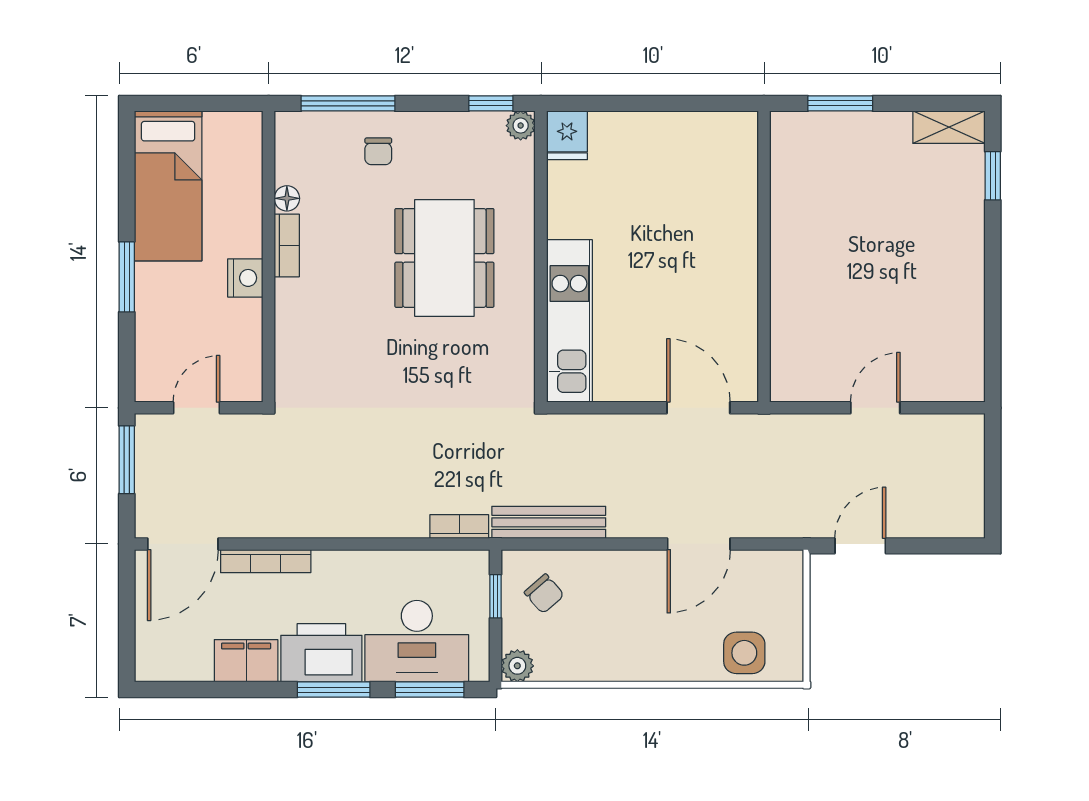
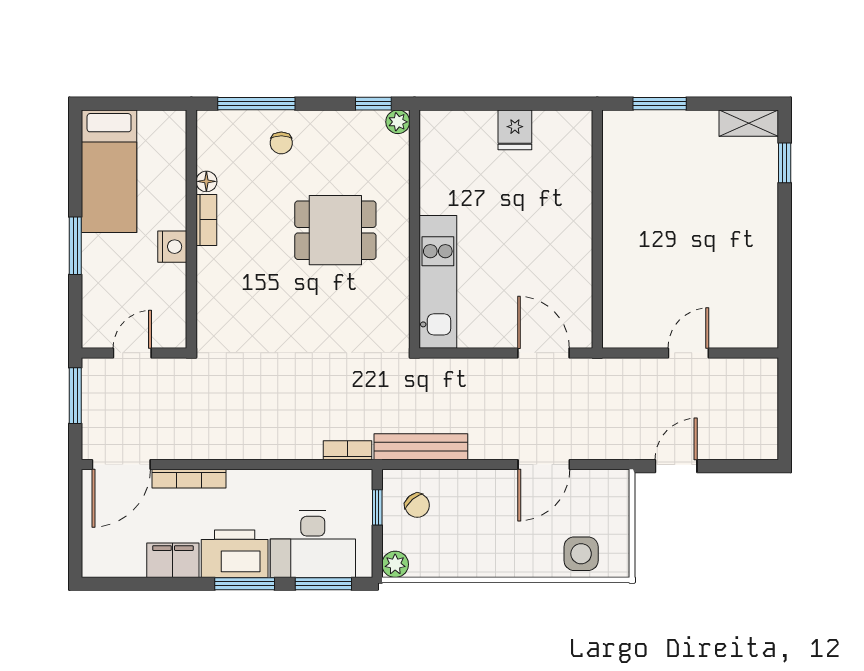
fridge: (567, 135) -> (515, 130), moved
dining table: (444, 258) -> (335, 230), width x0.73

